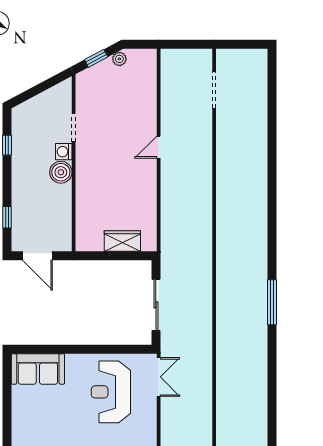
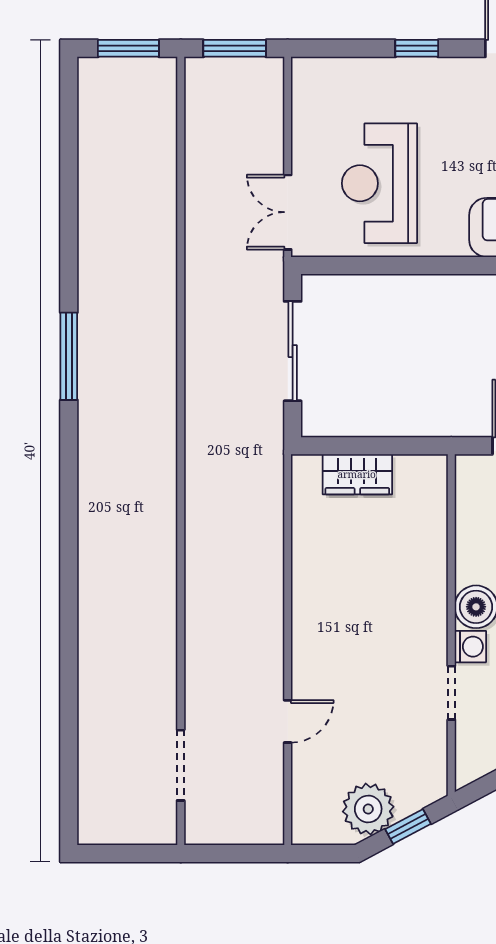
plant: (119, 59) -> (368, 809), width x1.87, depth x1.87
door: (159, 147) -> (288, 721), moved
reception desk: (111, 392) -> (379, 183), turned 180

